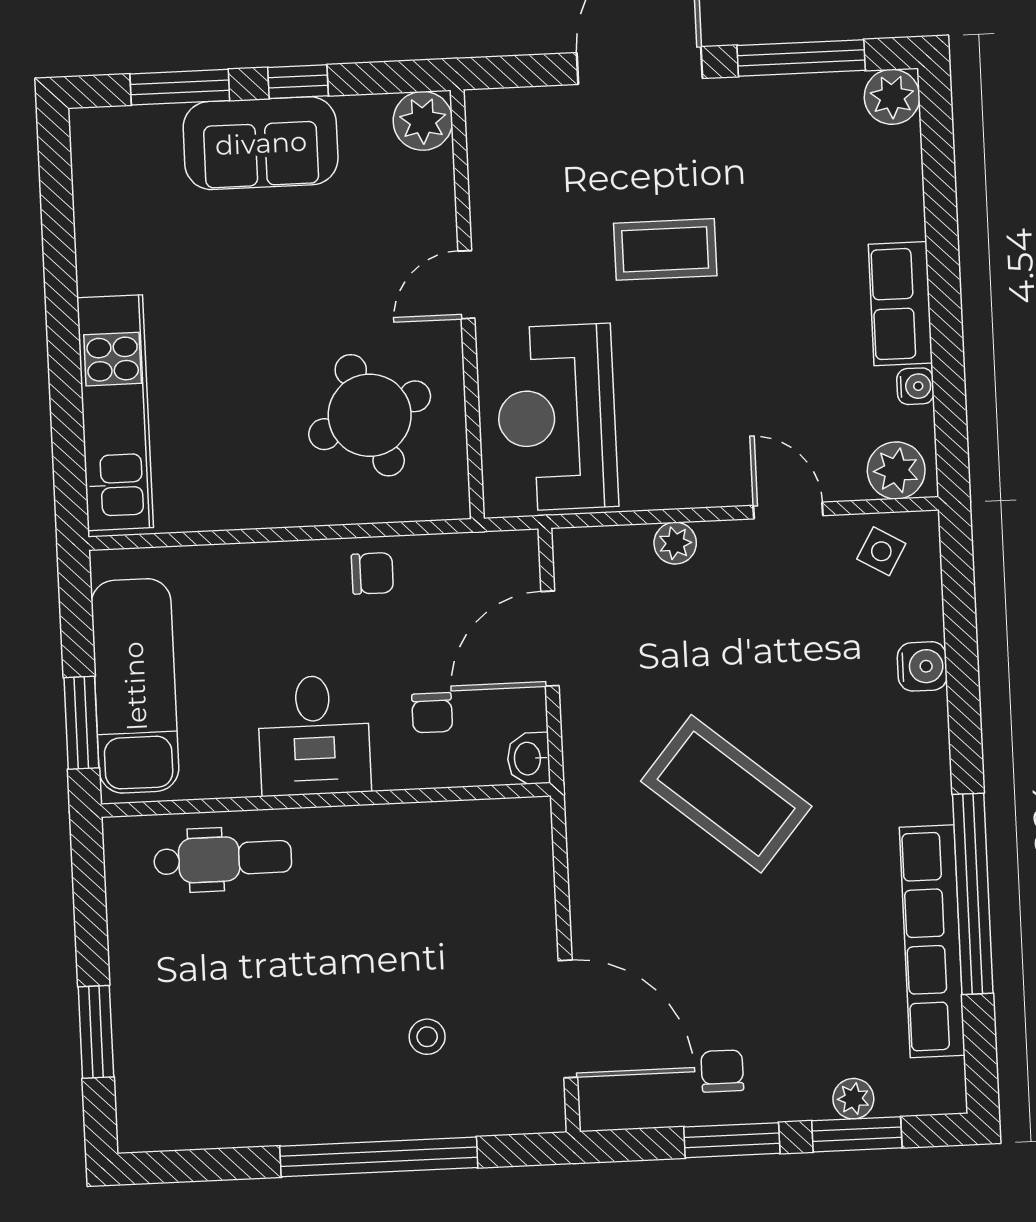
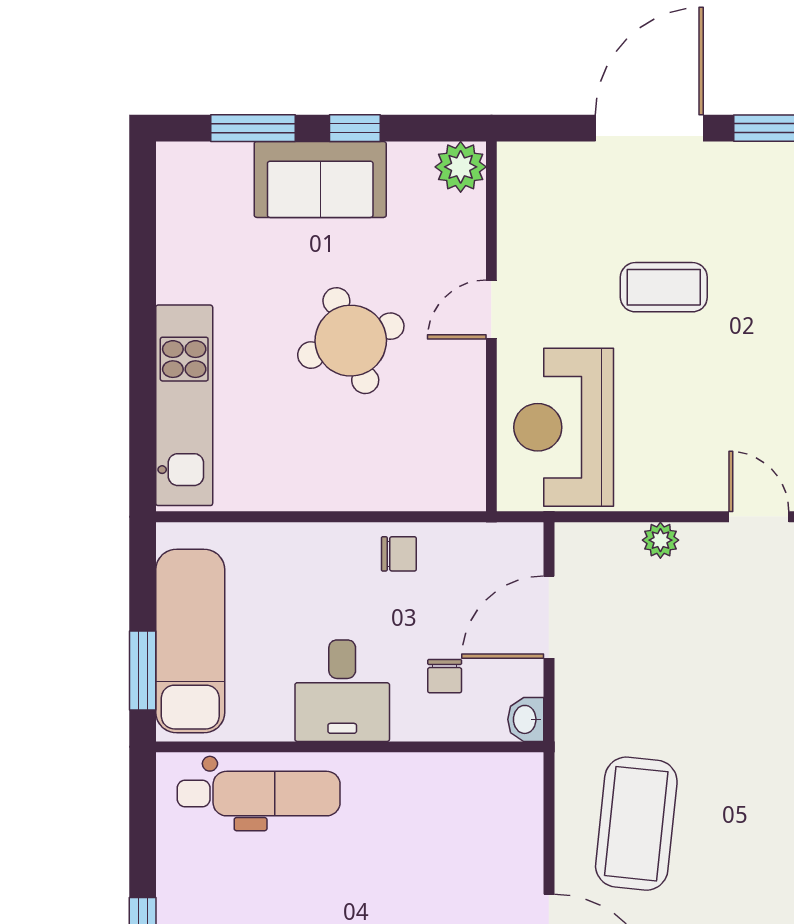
round table: (370, 415) -> (351, 341), moved
coffee table: (726, 794) -> (636, 824), moved, turned 56
dental chair: (223, 859) -> (259, 794), width x1.36, depth x1.38

